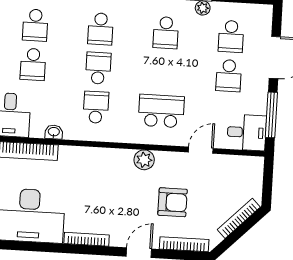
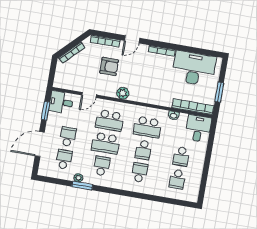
school desk: (35, 25) -> (177, 179), turned 180
school desk: (33, 64) -> (181, 156), turned 180
school desk: (163, 72) -> (106, 143), added
school desk: (96, 107) -> (147, 127), width x1.85
window: (271, 115) -> (46, 111), width x0.69
armchair: (173, 202) -> (109, 66), turned 180

